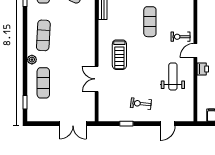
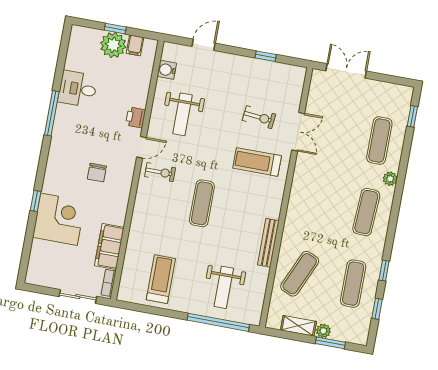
treadmill: (119, 55) -> (257, 162), turned -90
water cooler: (188, 103) -> (167, 70), added
exercise bike: (141, 104) -> (259, 117), moved

